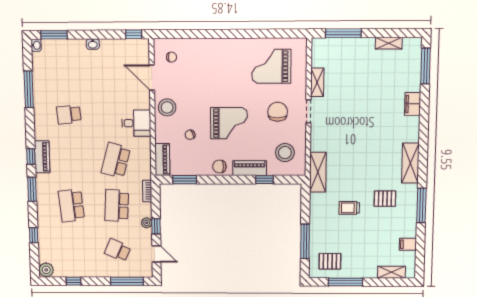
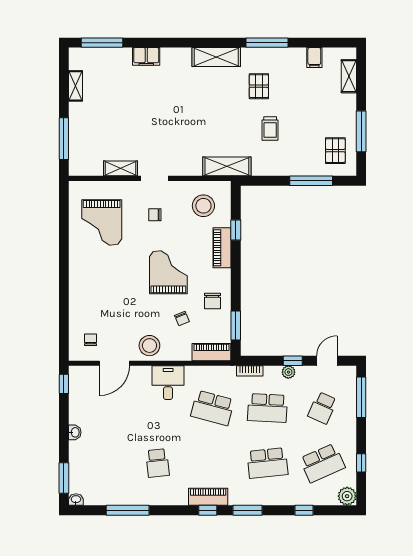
chair: (278, 112) -> (155, 215), width x0.54, depth x0.54
chair: (219, 167) -> (212, 301), moved
school desk: (73, 250) -> (322, 463), added

